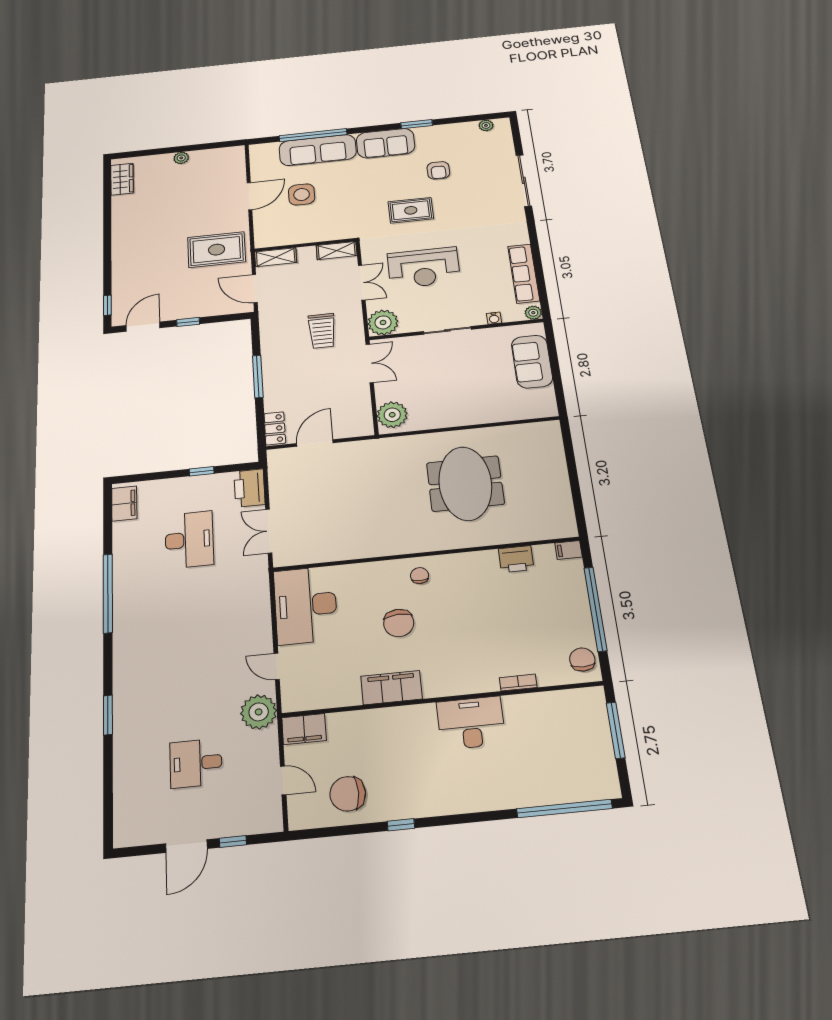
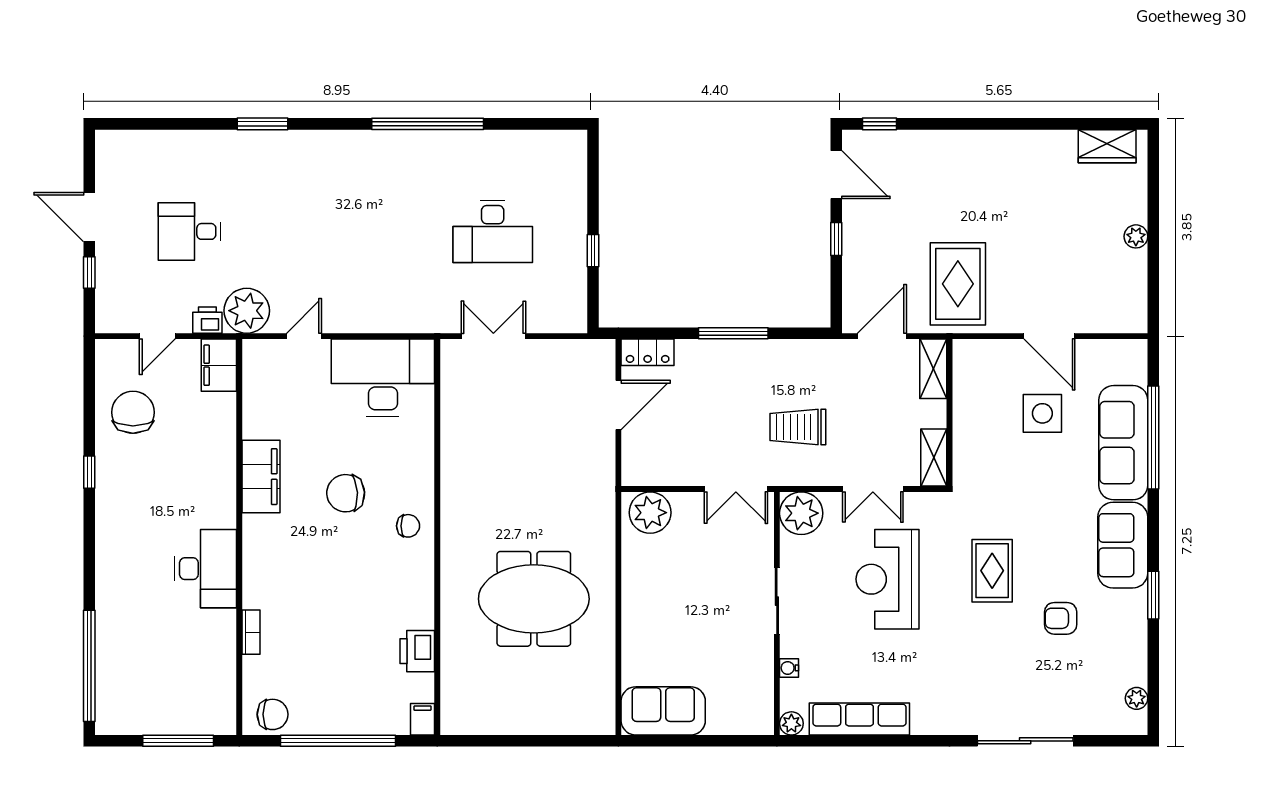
sofa: (532, 362) -> (663, 711), moved
door: (315, 443) -> (618, 405), hinge flipped
printer: (249, 488) -> (207, 320), moved, width x0.53, depth x0.68
filing cabinet: (124, 504) -> (556, 146), removed
desk: (196, 763) -> (190, 231), turned -90

